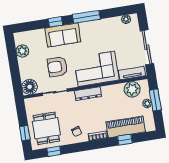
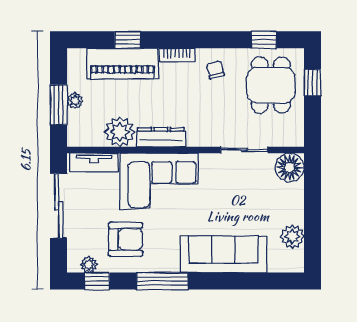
window: (55, 22) -> (97, 281), moved
sofa: (63, 35) -> (223, 254), width x1.36
armchair: (57, 67) -> (126, 239), moved
plant: (132, 89) -> (120, 132), moved
dresser: (88, 94) -> (161, 137), moved

